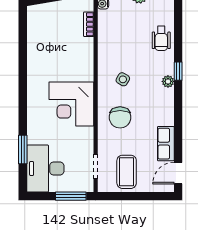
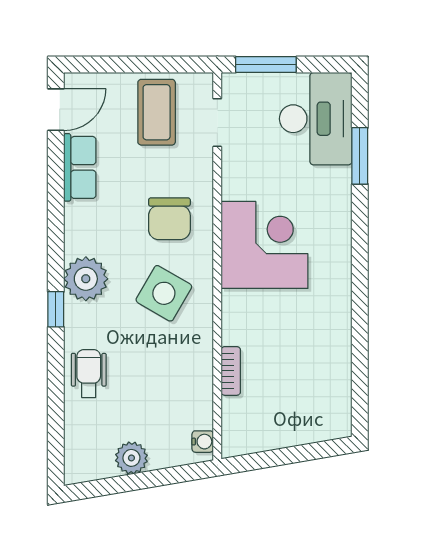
bookcase: (89, 24) -> (231, 371), moved
side table: (123, 79) -> (164, 293), width x1.87, depth x1.87
plant: (168, 81) -> (86, 279), width x1.87, depth x1.87
chair: (120, 117) -> (169, 219), turned 180

